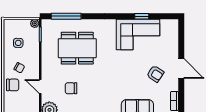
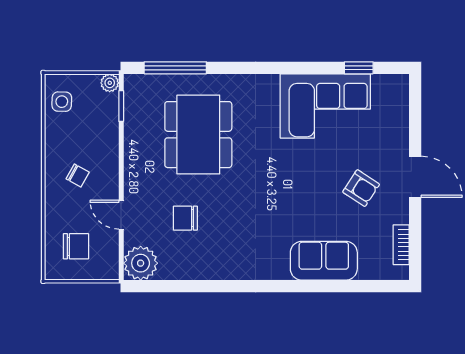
window: (142, 16) -> (359, 68), moved
side table: (18, 43) -> (62, 102), moved
dining table: (77, 48) -> (198, 135), turned 90
chair: (13, 85) -> (76, 246), moved

